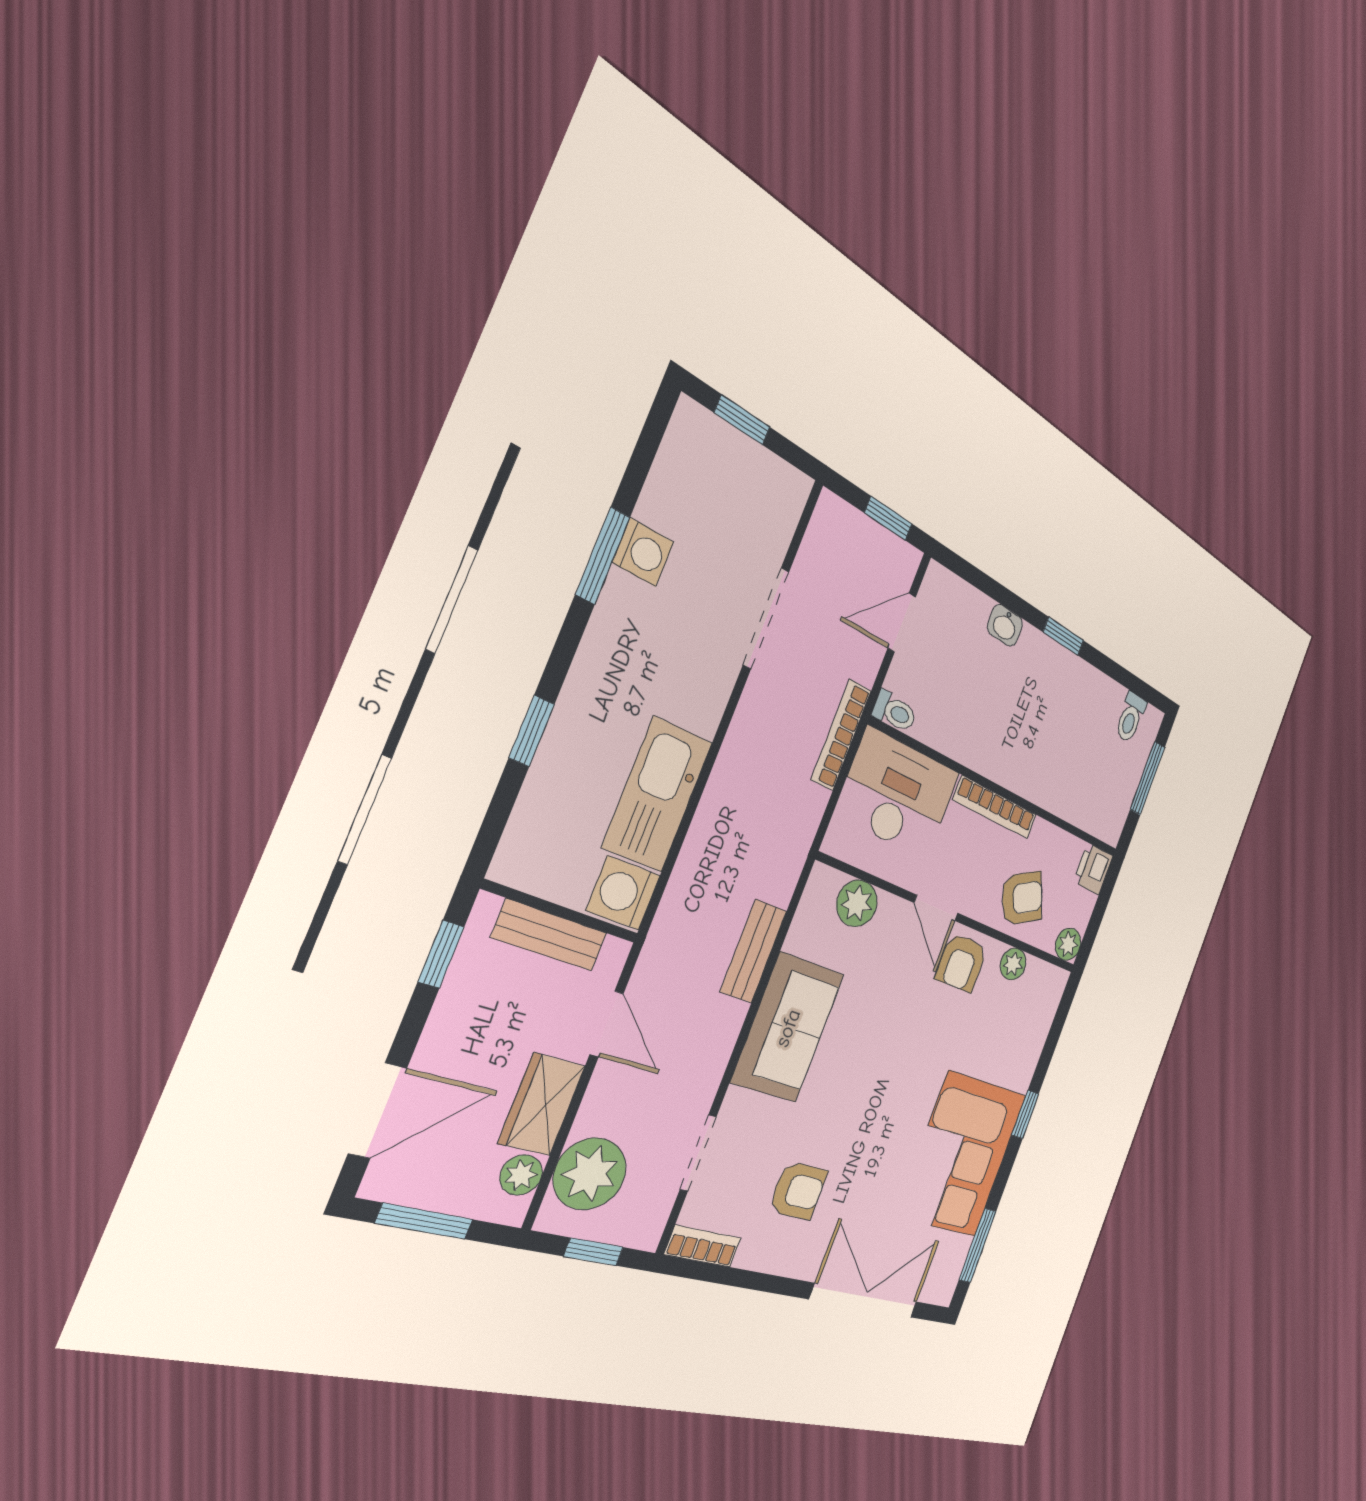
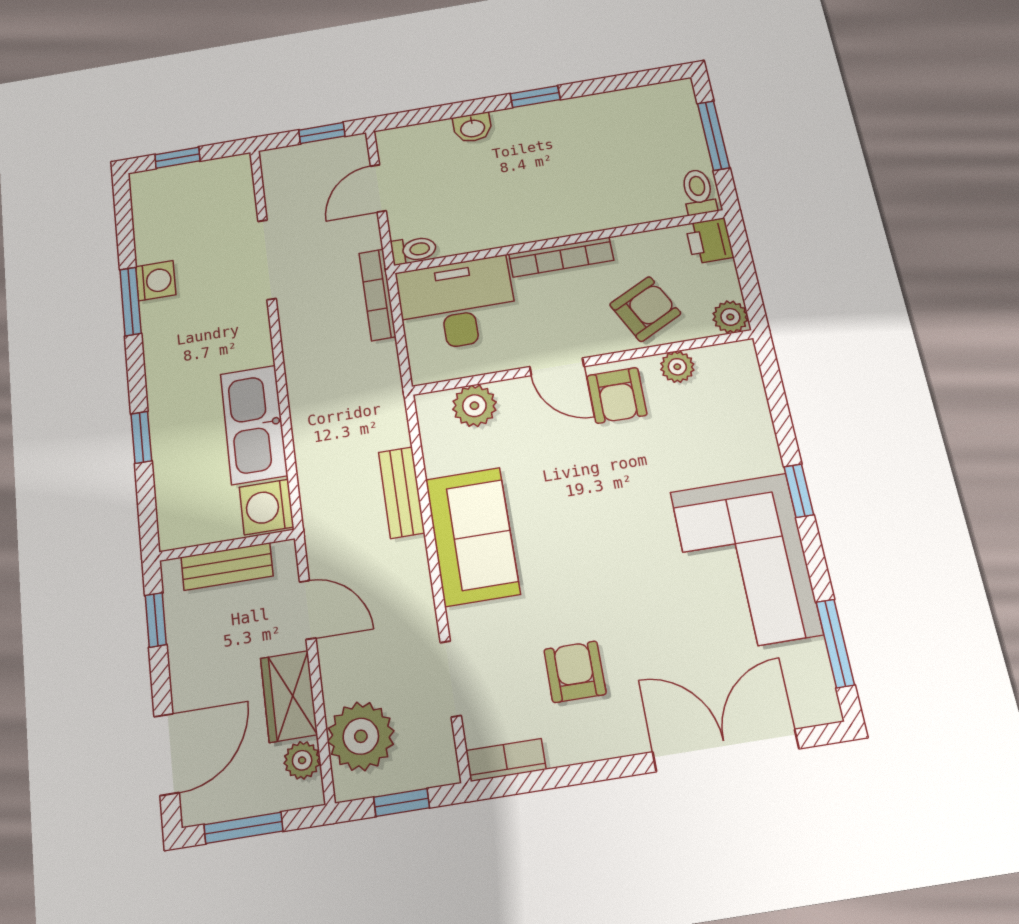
toilet: (1131, 717) -> (698, 192), moved, turned 180
armchair: (798, 1191) -> (575, 672), turned -90

